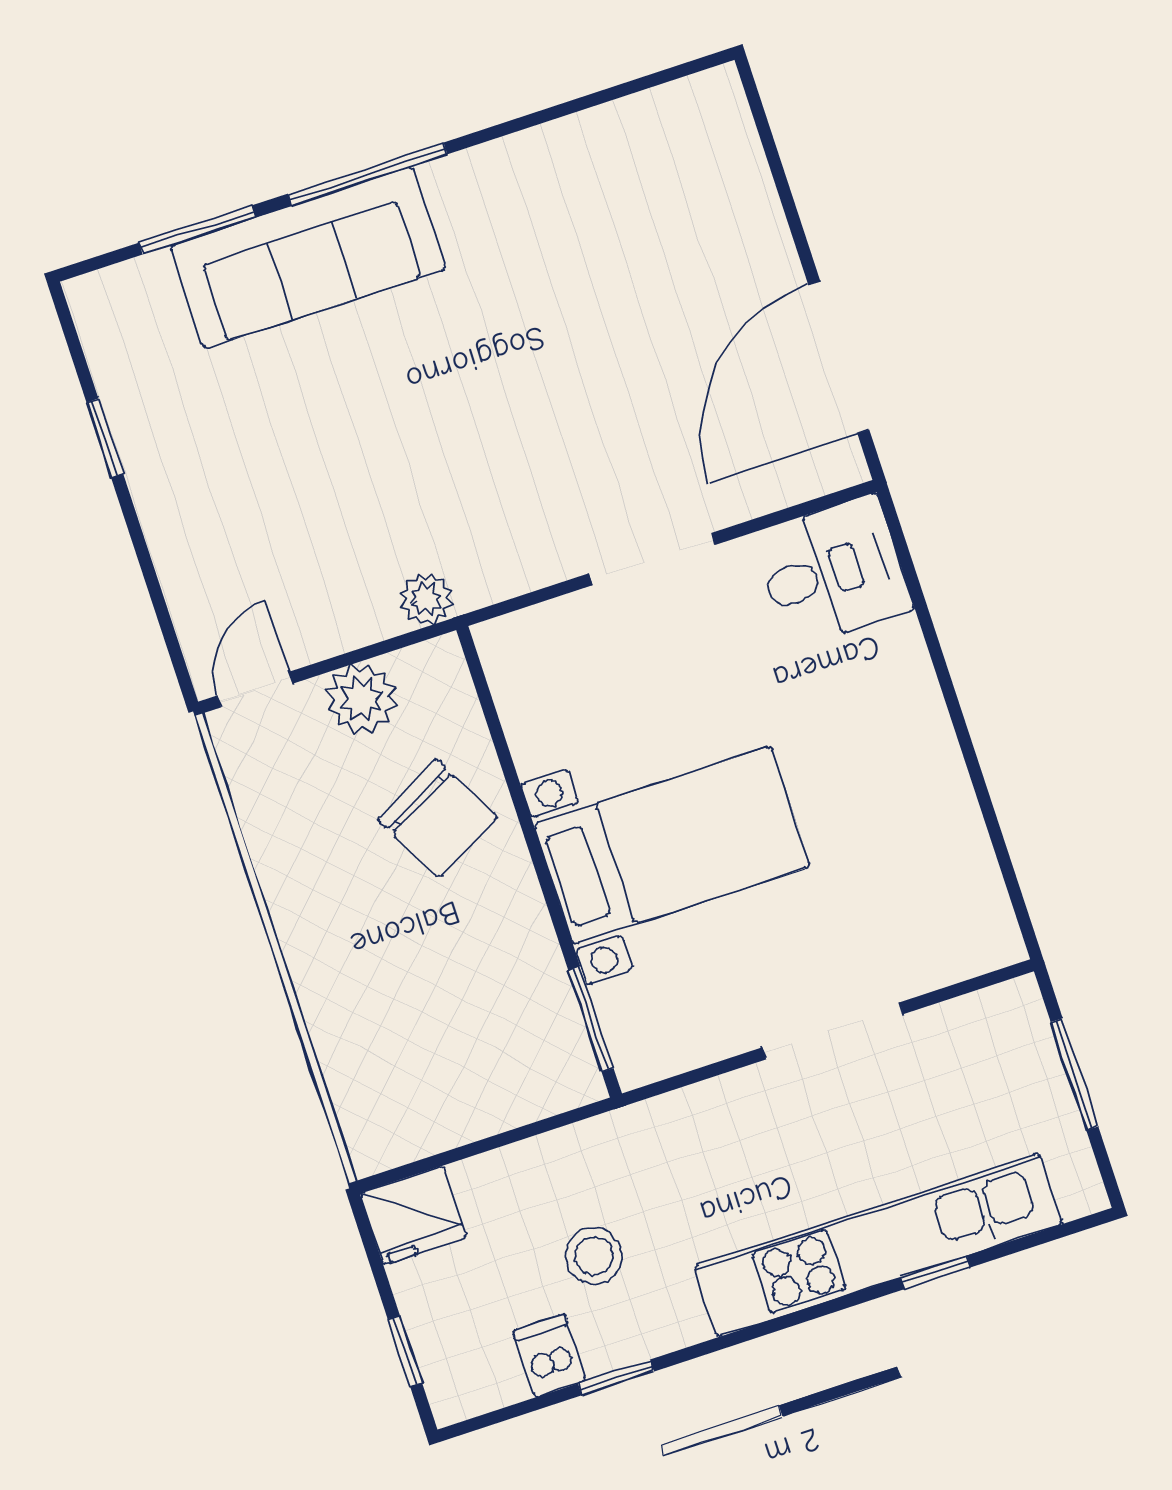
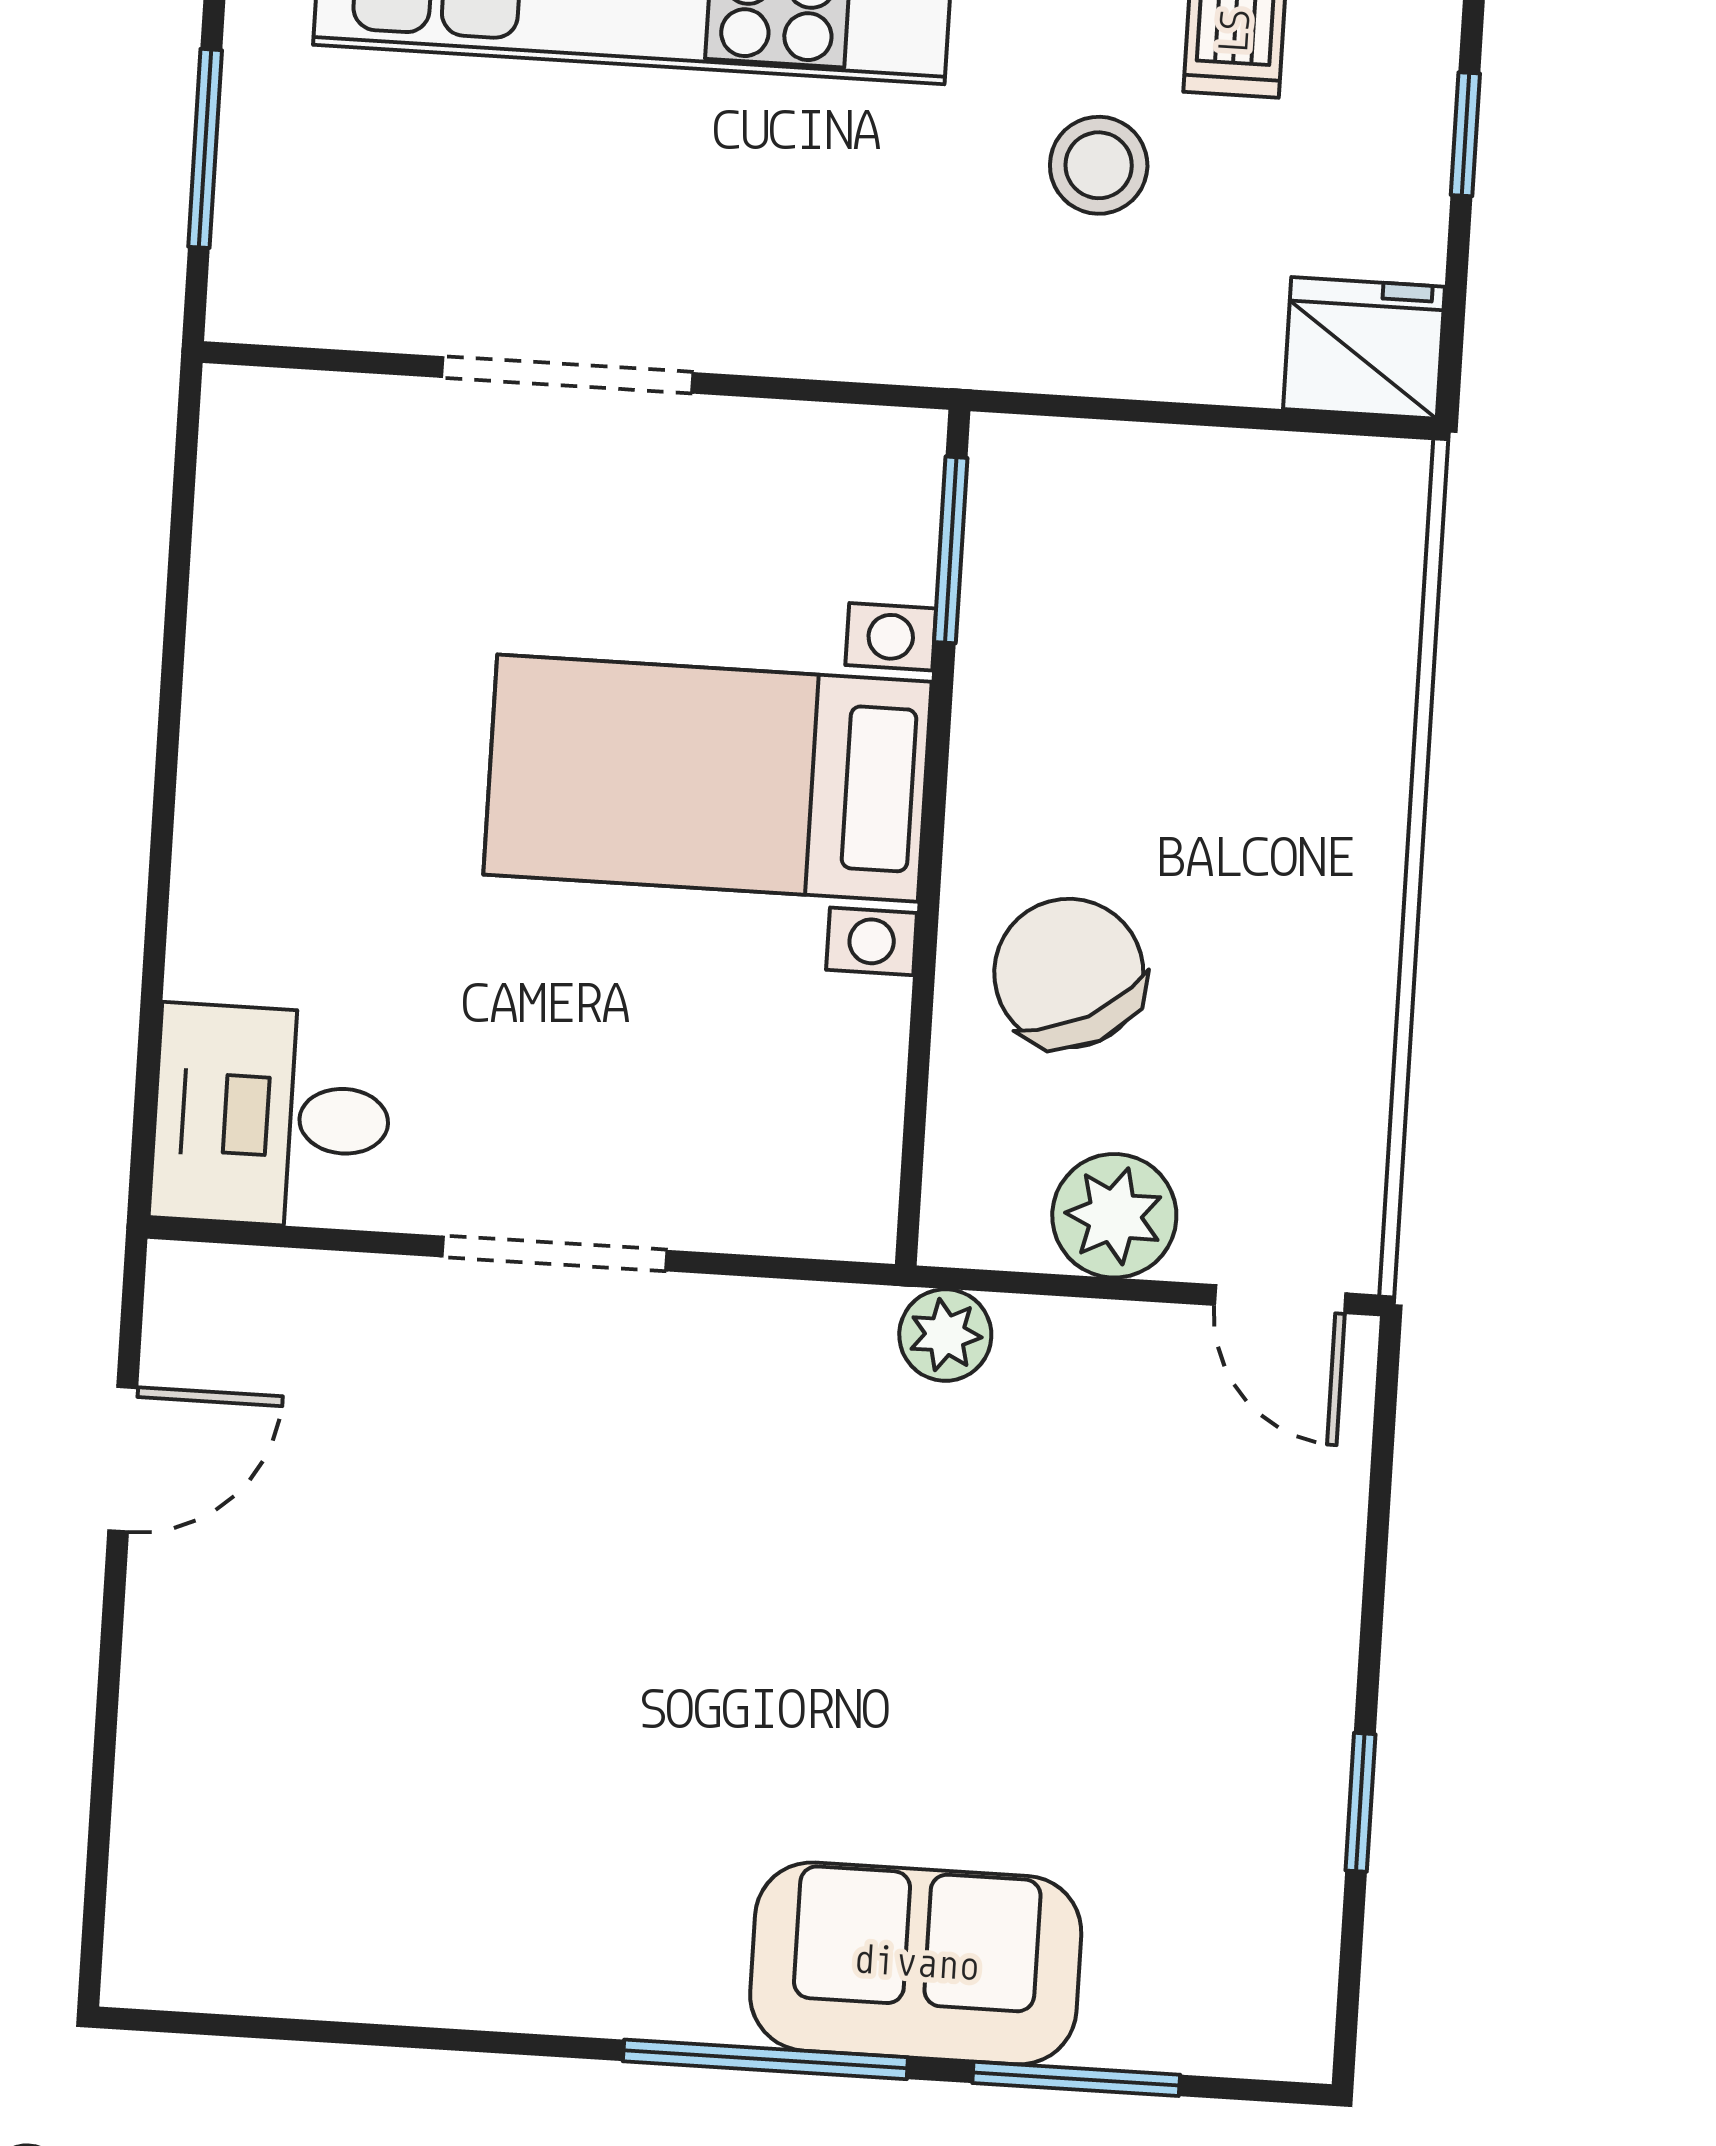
sofa: (308, 257) -> (916, 1963), width x0.73
door: (839, 357) -> (123, 1459), width x0.53
door: (255, 690) -> (1280, 1299), hinge flipped

